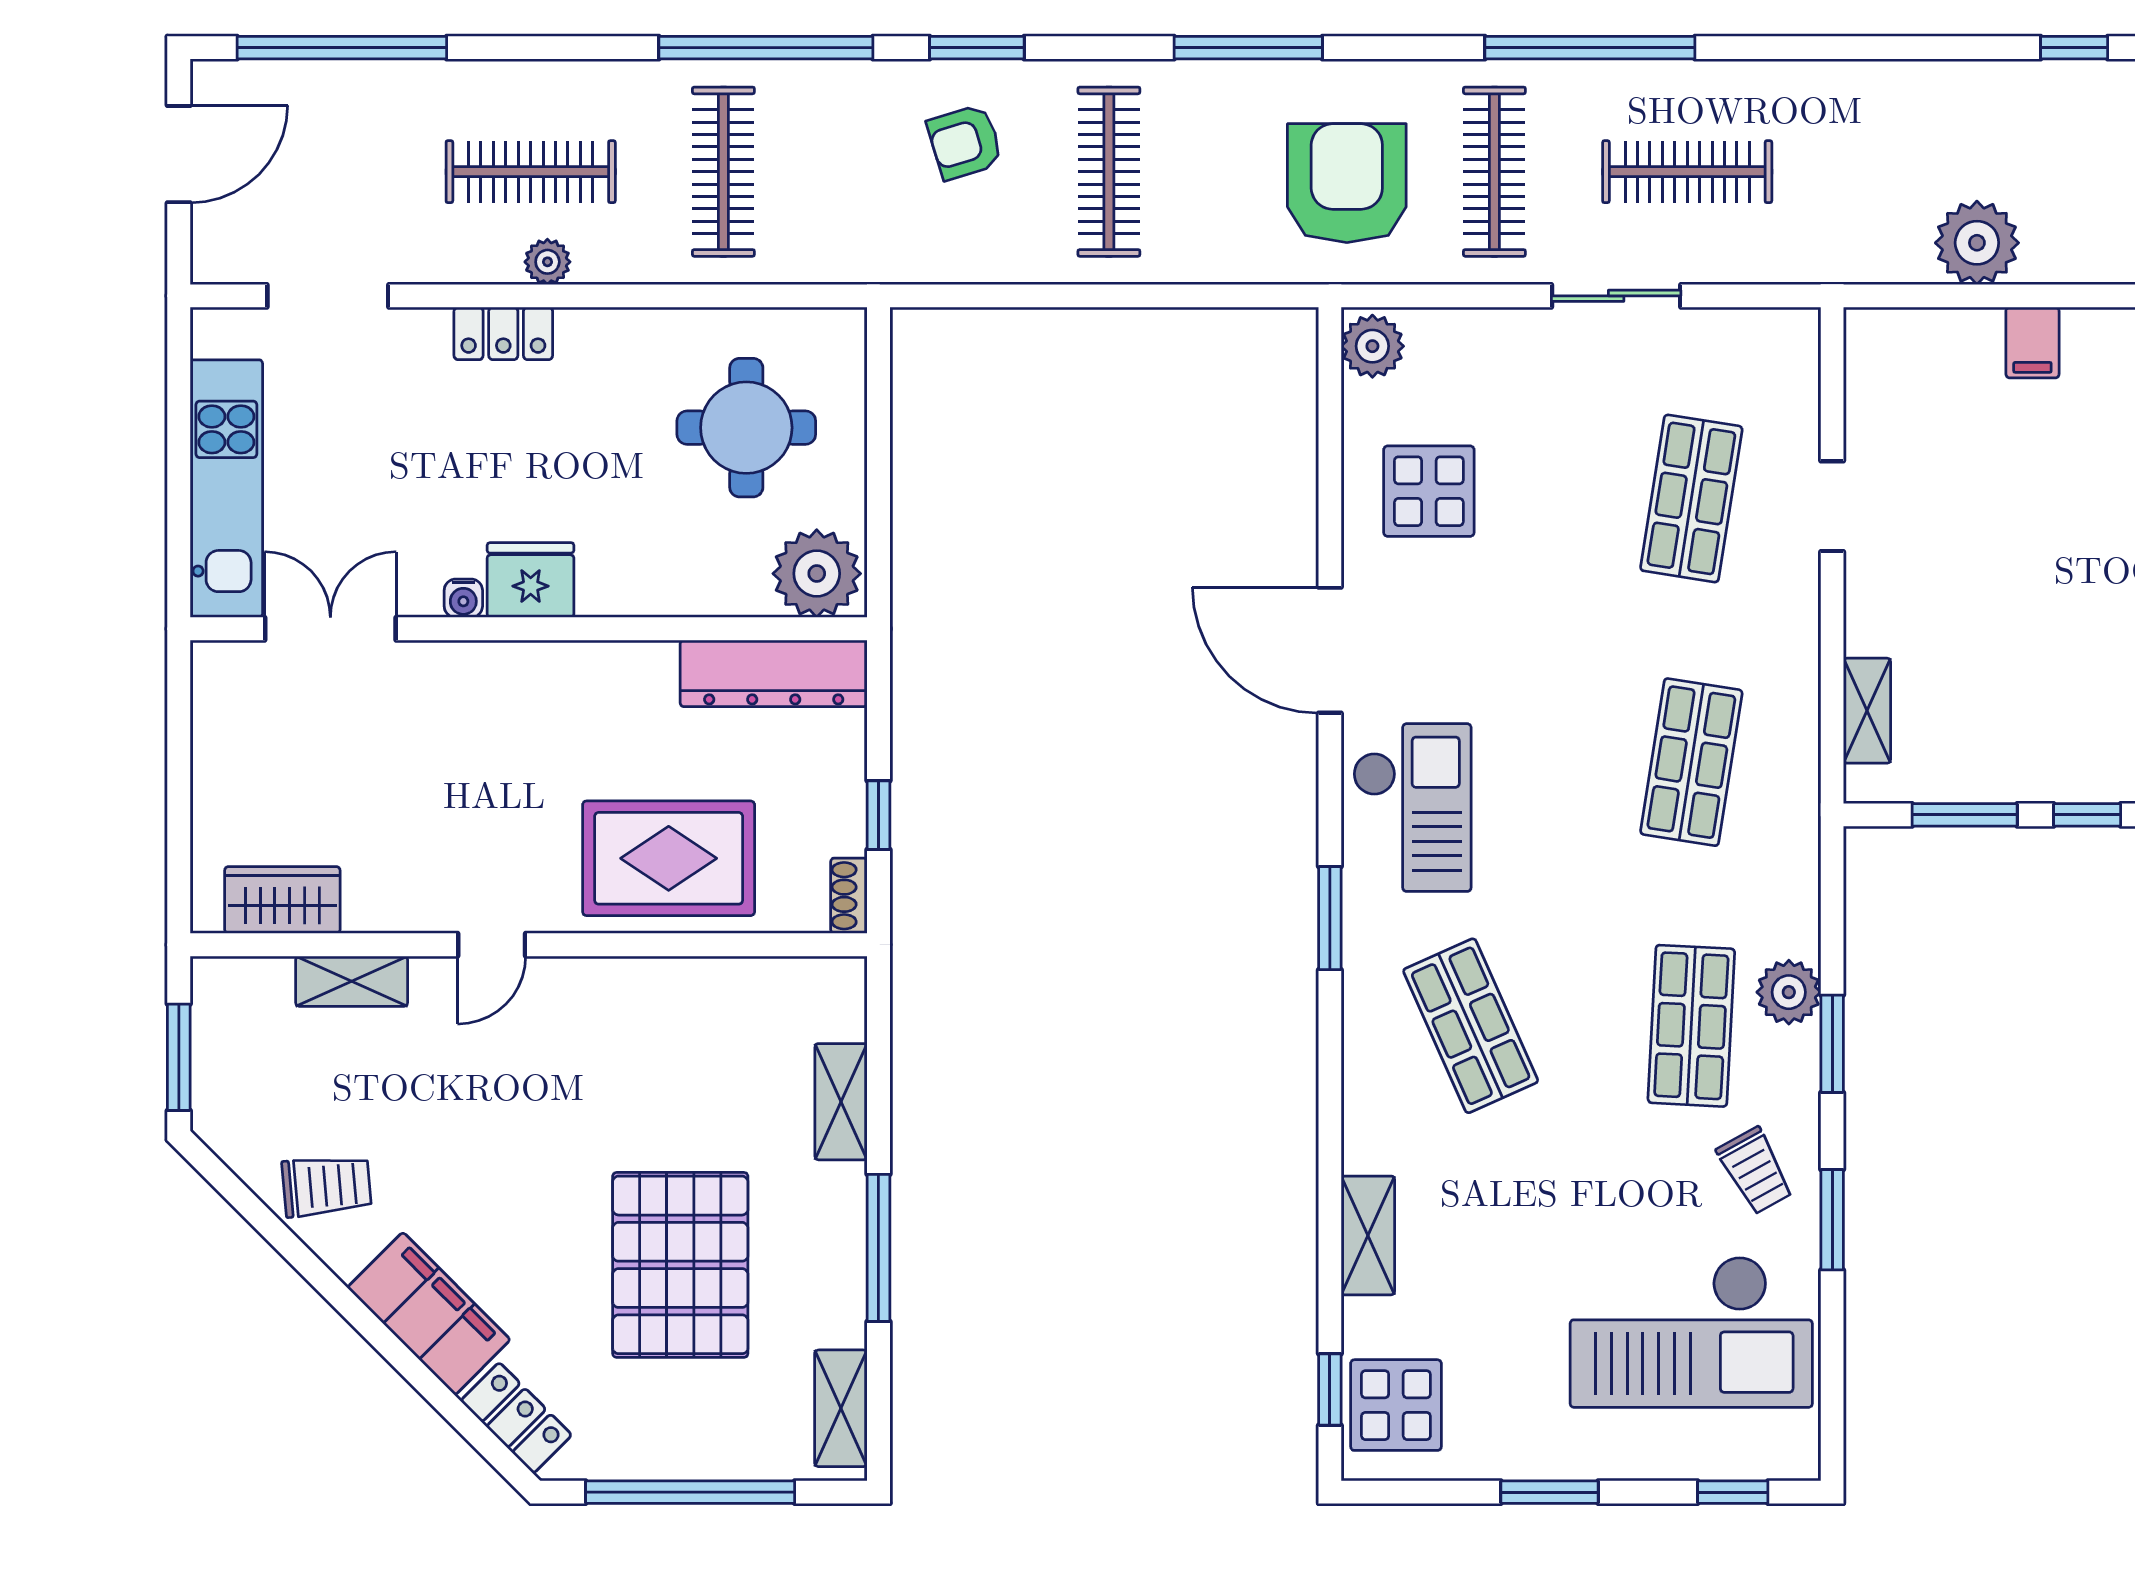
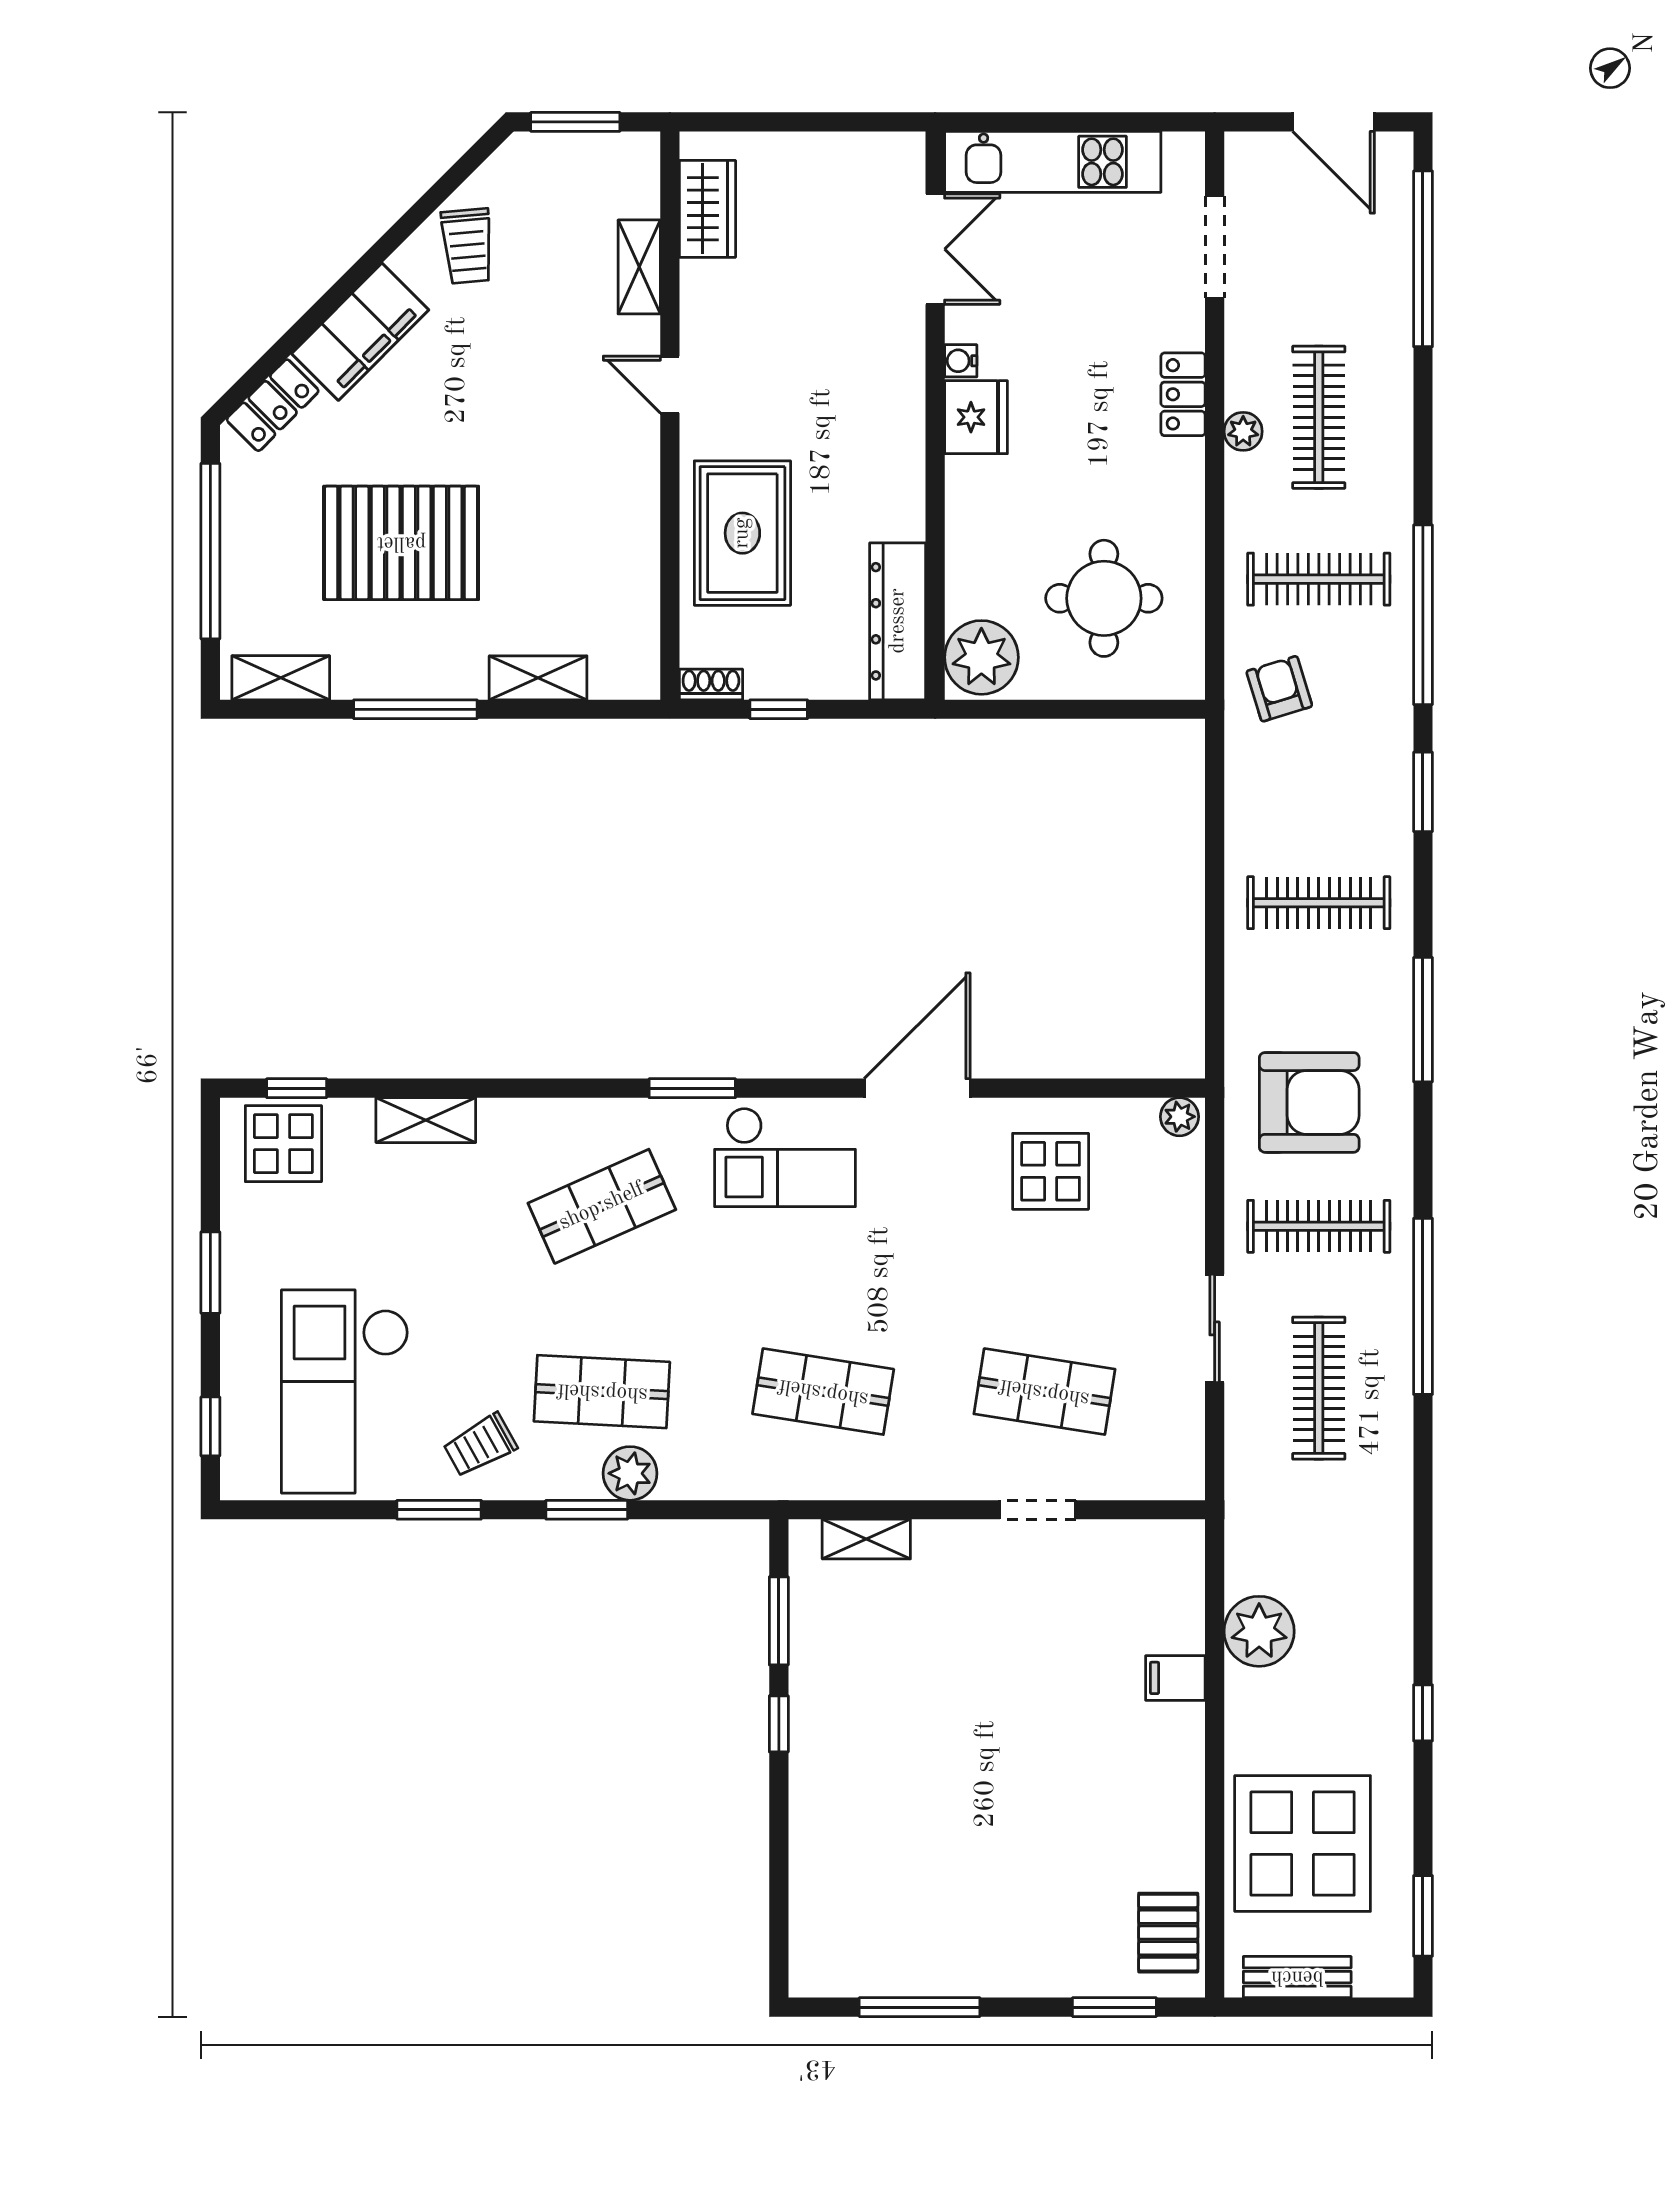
armchair: (965, 142) -> (1279, 689), moved
plant: (1372, 346) -> (1179, 1117), width x0.73, depth x0.73

